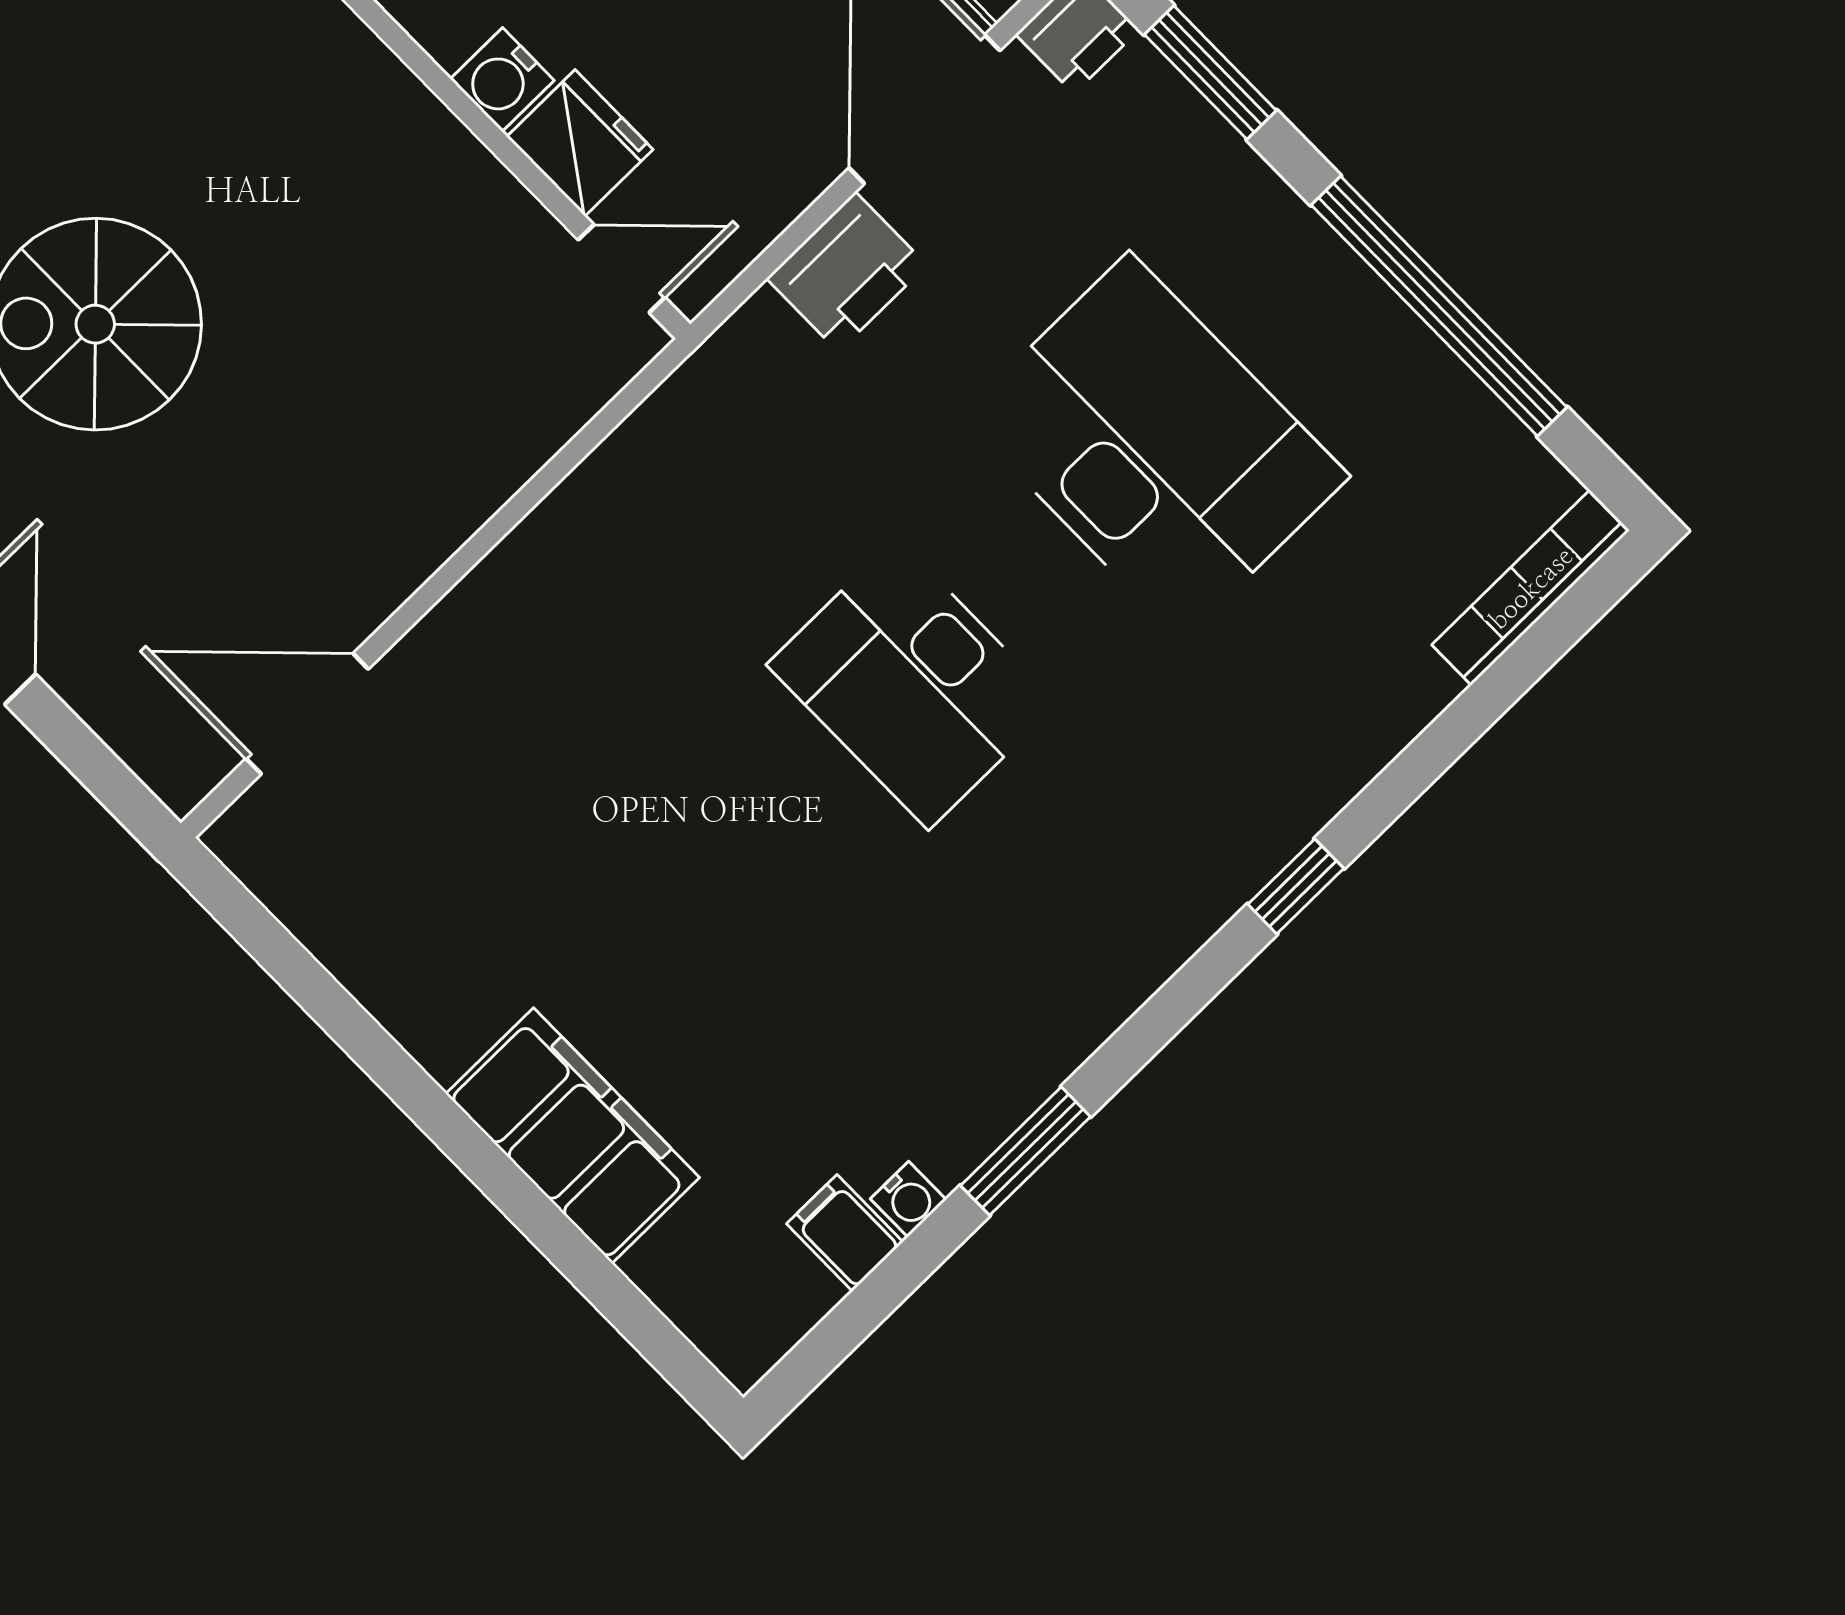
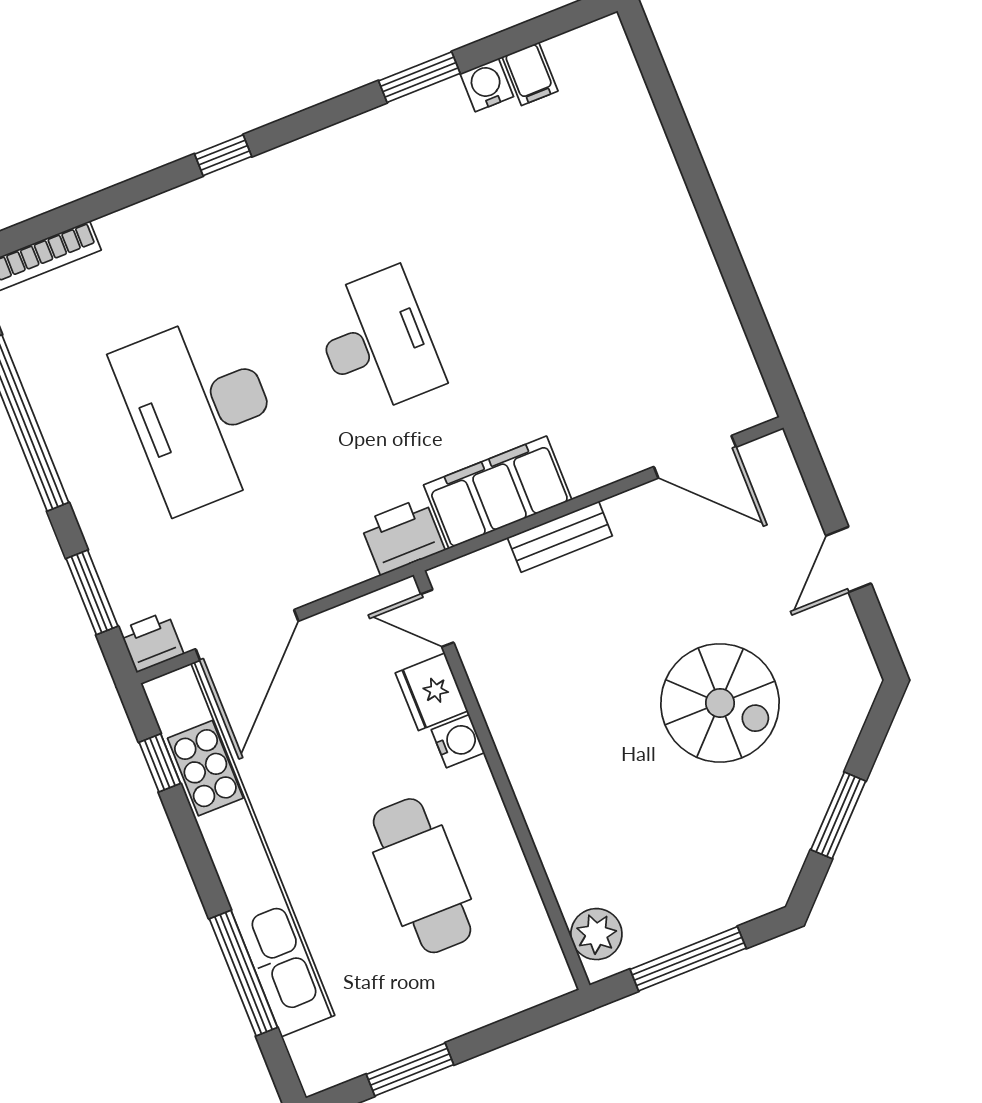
printer: (847, 272) -> (402, 536), moved
bench: (475, 488) -> (560, 537), added
filing cabinet: (573, 1136) -> (498, 492), moved, turned 90
water cooler: (908, 1199) -> (487, 85), width x1.38, depth x1.38

